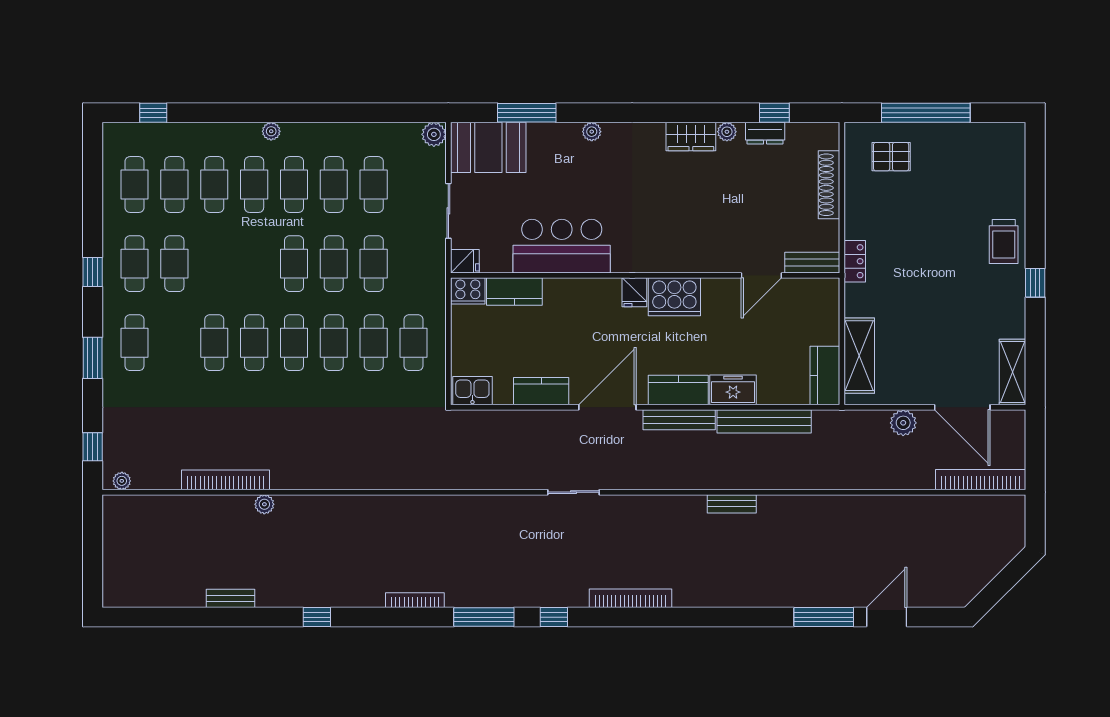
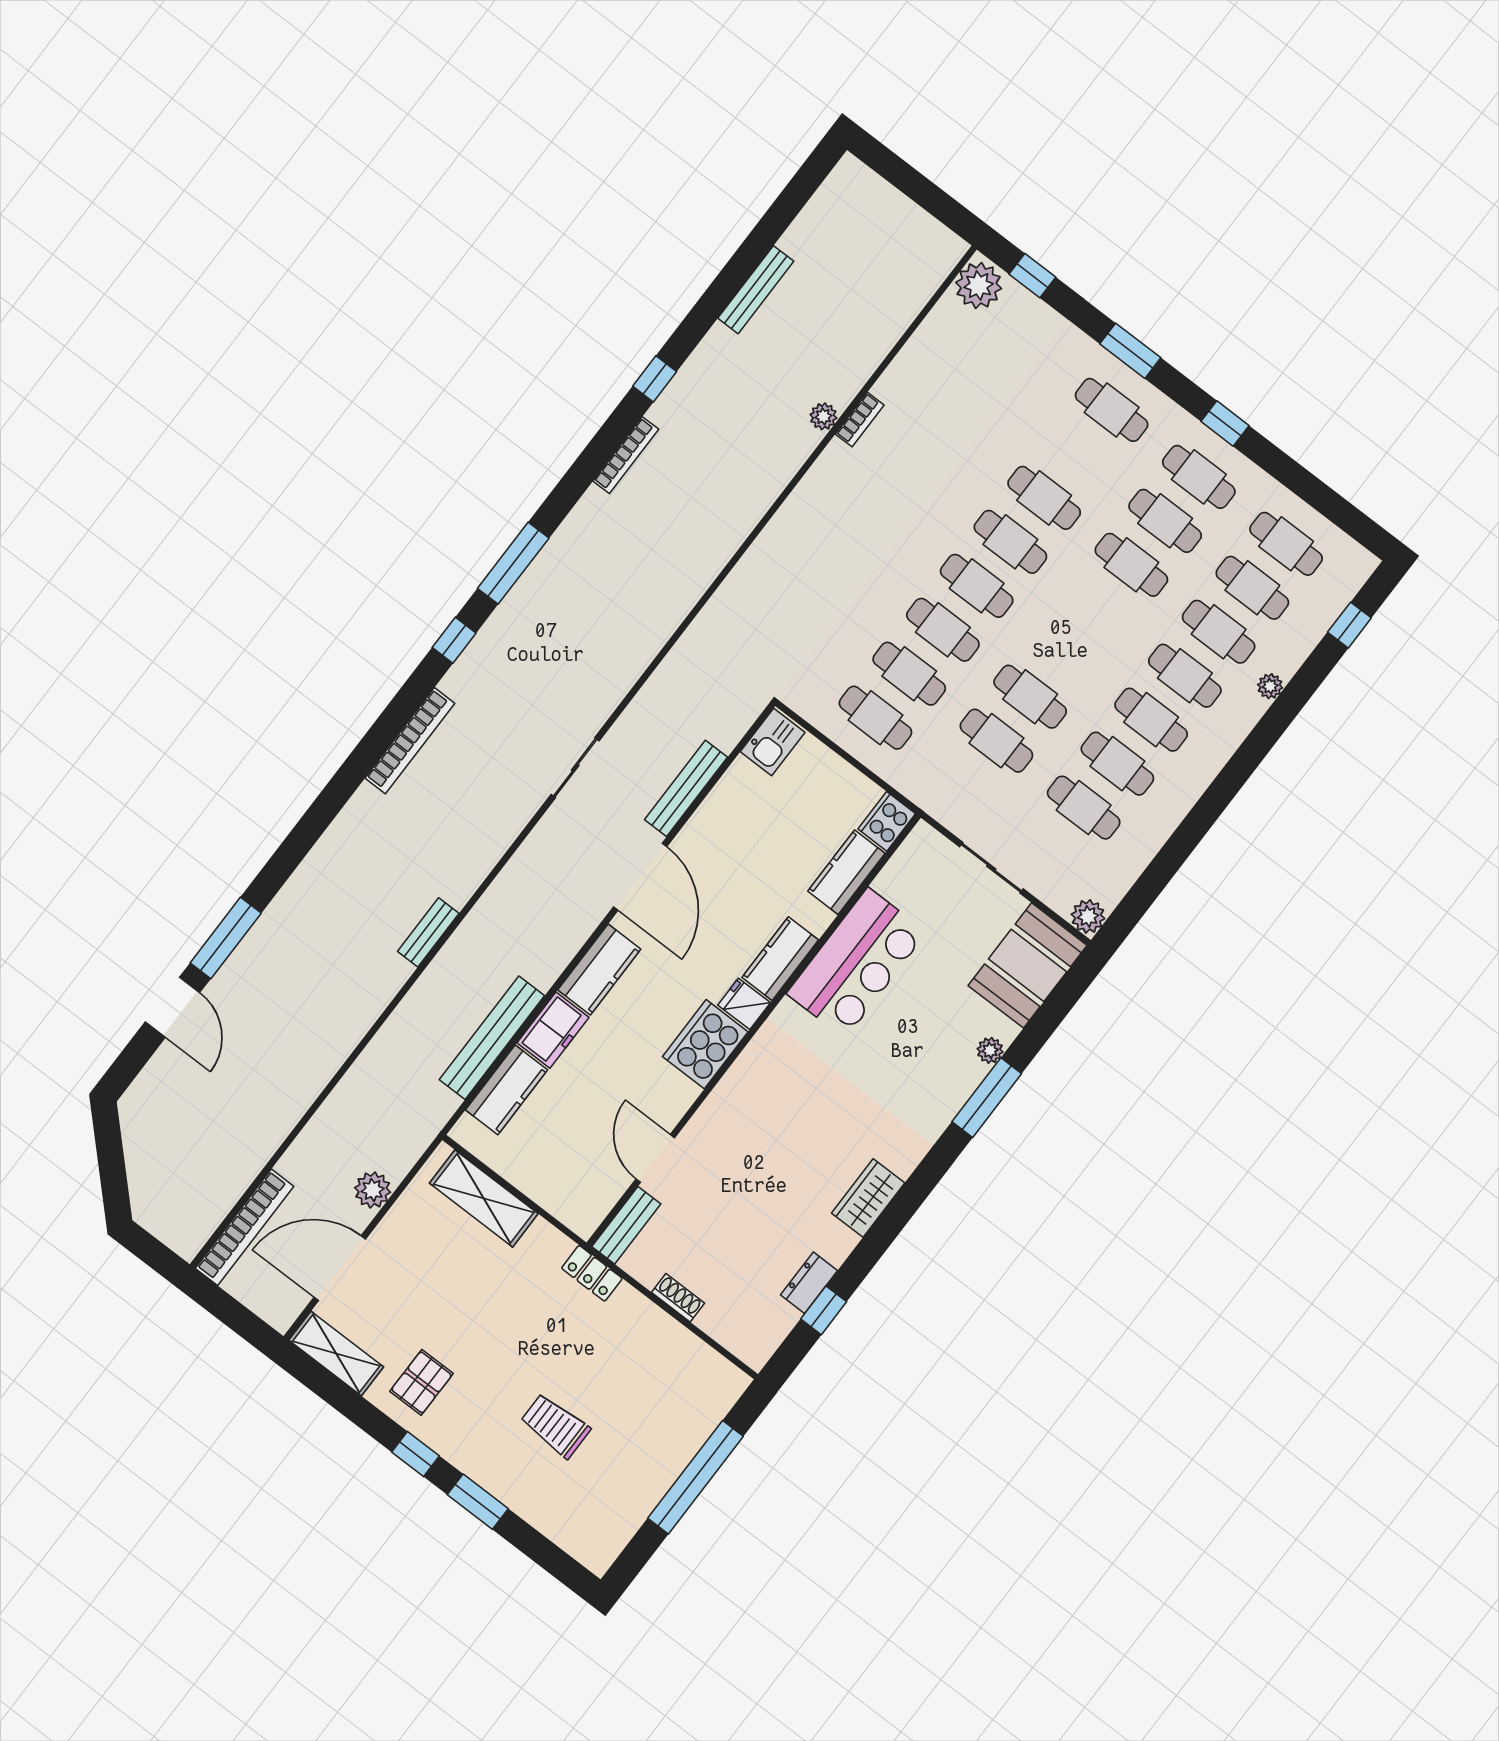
window: (527, 113) -> (987, 1098), moved
plant: (271, 131) -> (1270, 686), moved
plant: (592, 132) -> (990, 1050), moved
plant: (727, 132) -> (843, 1242), removed
pallet: (891, 157) -> (422, 1382), moved
shoe rack: (829, 185) -> (678, 1298), width x0.51, depth x0.81
window: (1035, 226) -> (478, 1502), added
trolley: (1004, 241) -> (555, 1426), moved
fridge: (465, 261) -> (922, 843), removed
cafe table: (294, 264) -> (1131, 565), moved
kitchen counter: (825, 376) -> (507, 1090), moved, turned 90
kitchen counter: (541, 391) -> (780, 959), moved, turned 180
bench: (679, 420) -> (686, 788), moved
bookcase: (225, 480) -> (860, 420), width x0.43, depth x0.76
plant: (122, 481) -> (979, 285), width x1.88, depth x1.88
bench: (230, 598) -> (756, 290), width x1.36
bookcase: (415, 600) -> (626, 455), moved

